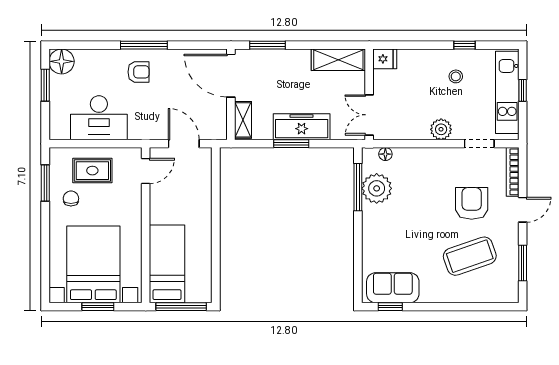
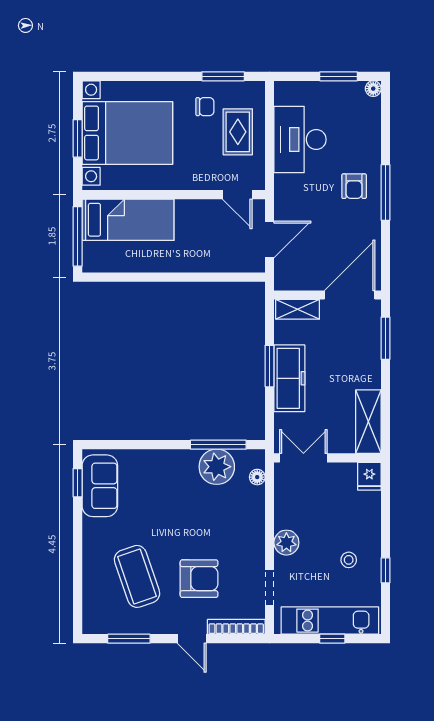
floor lamp: (62, 61) -> (373, 89), width x0.53, depth x0.53

